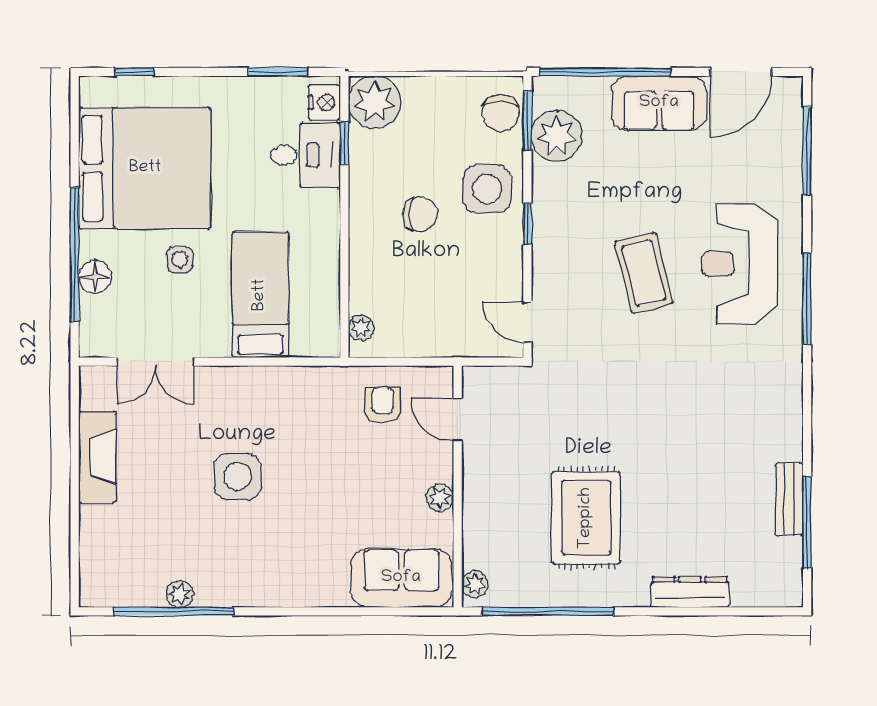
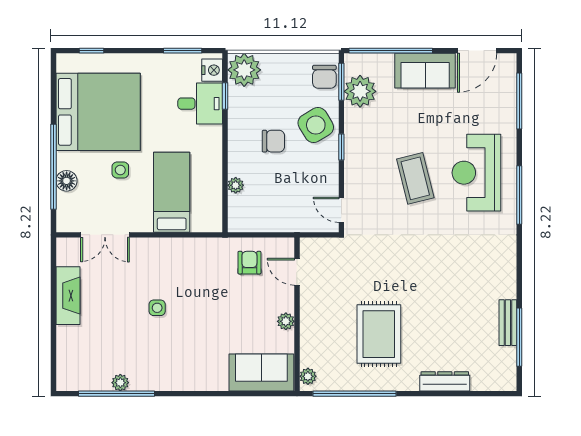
side table: (487, 189) -> (316, 125), turned -31
plant: (361, 328) -> (236, 185), moved
side table: (237, 476) -> (157, 308), width x0.54, depth x0.54

